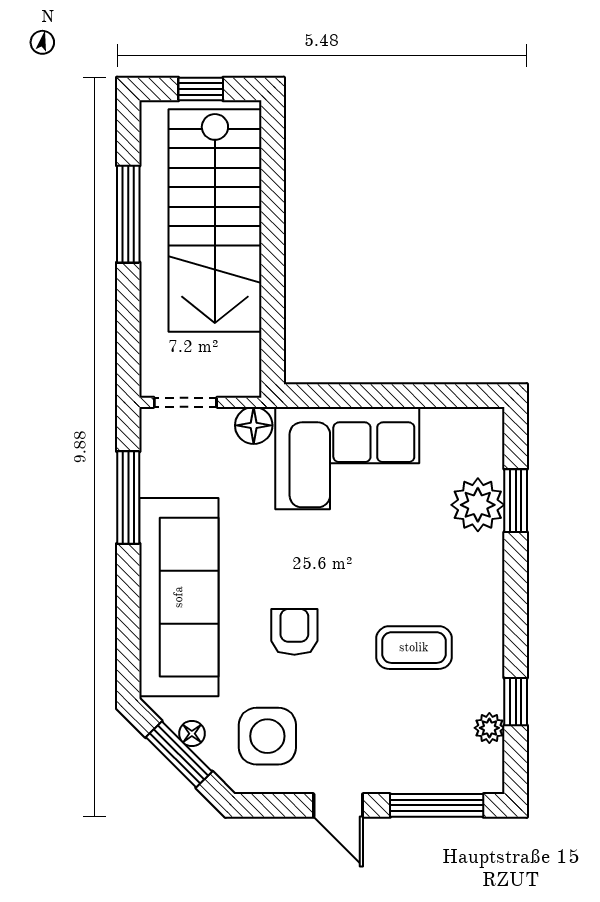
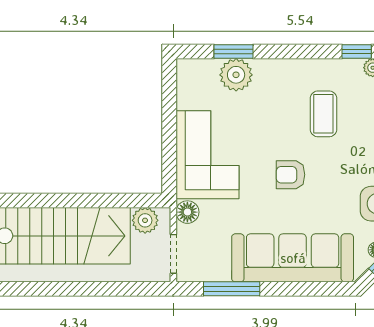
window: (128, 214) -> (58, 289), removed
plant: (240, 356) -> (145, 220), added
armchair: (294, 632) -> (290, 175), moved

